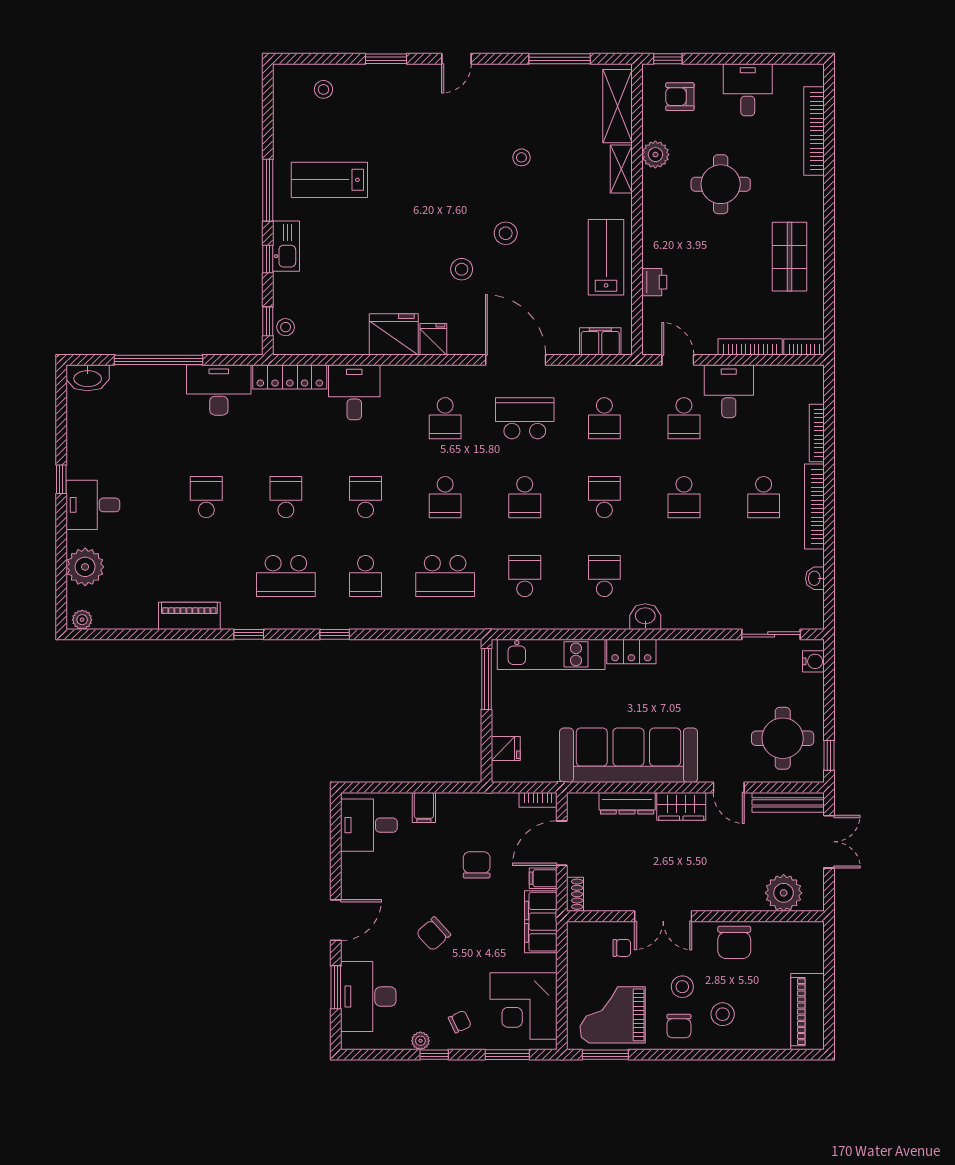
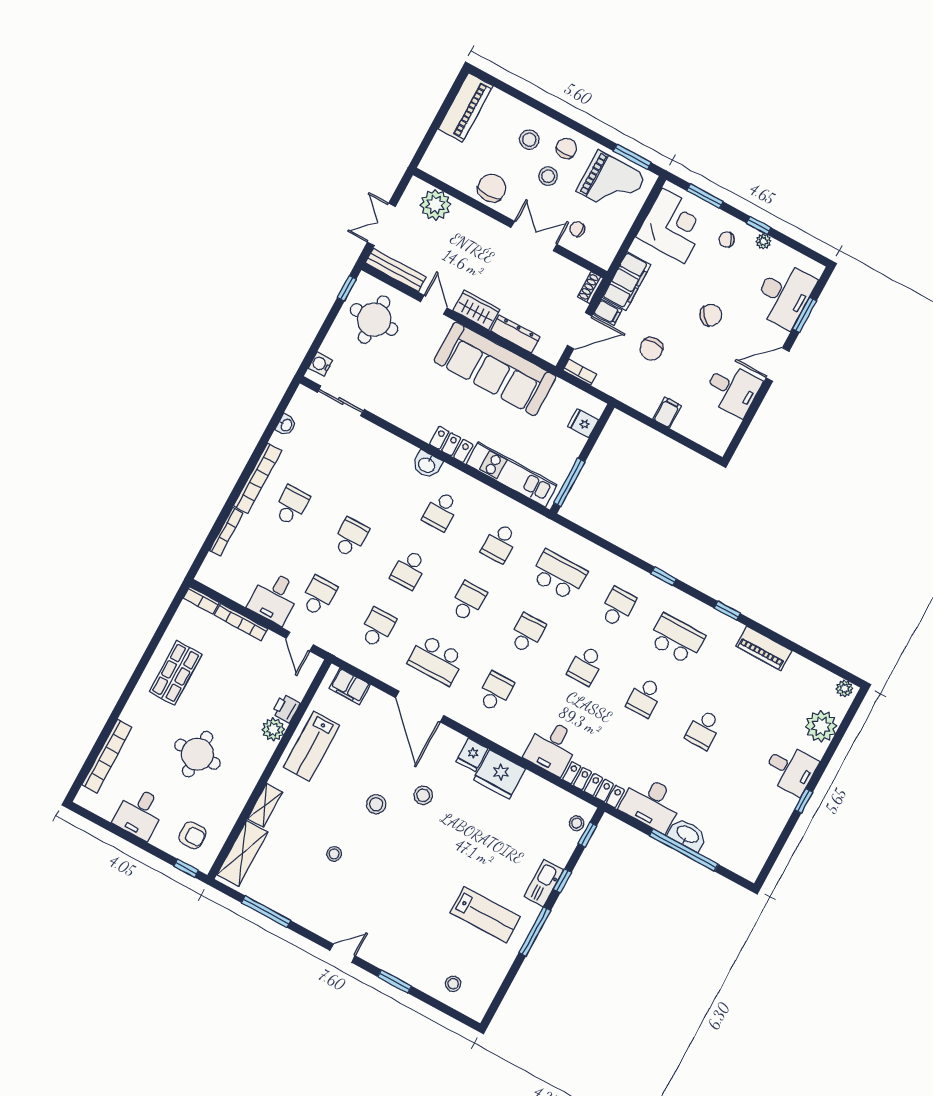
plant: (655, 155) -> (273, 729), moved
washbasin: (88, 378) -> (687, 835), moved
desk: (369, 825) -> (732, 389), moved

